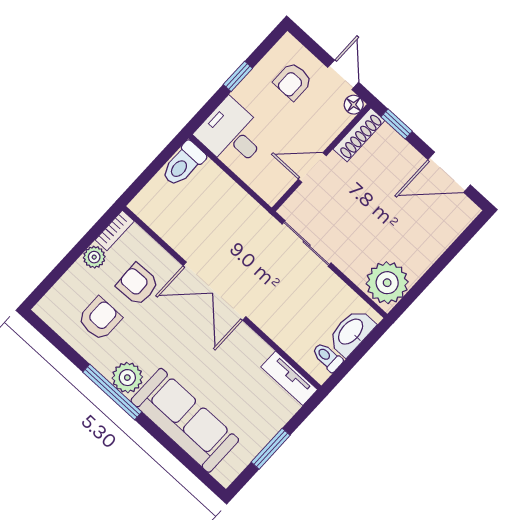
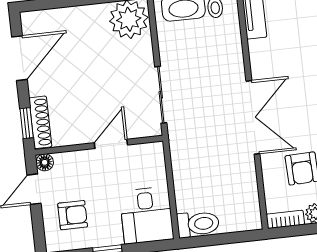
shoe rack: (359, 135) -> (40, 122), moved, turned 90
door: (312, 167) -> (111, 144), swing flipped
door: (449, 172) -> (19, 58), hinge flipped

